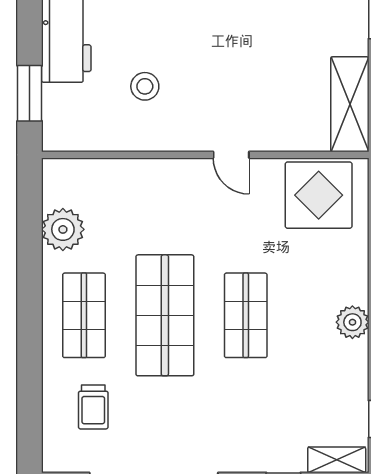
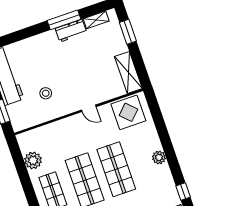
shop shelf: (246, 315) -> (116, 169), width x1.43, depth x1.36

